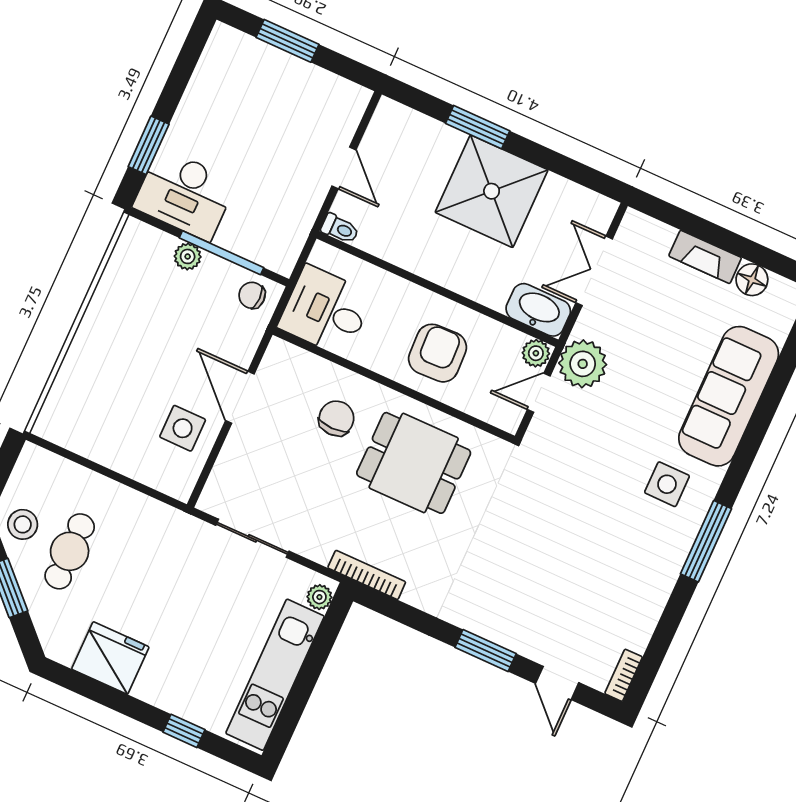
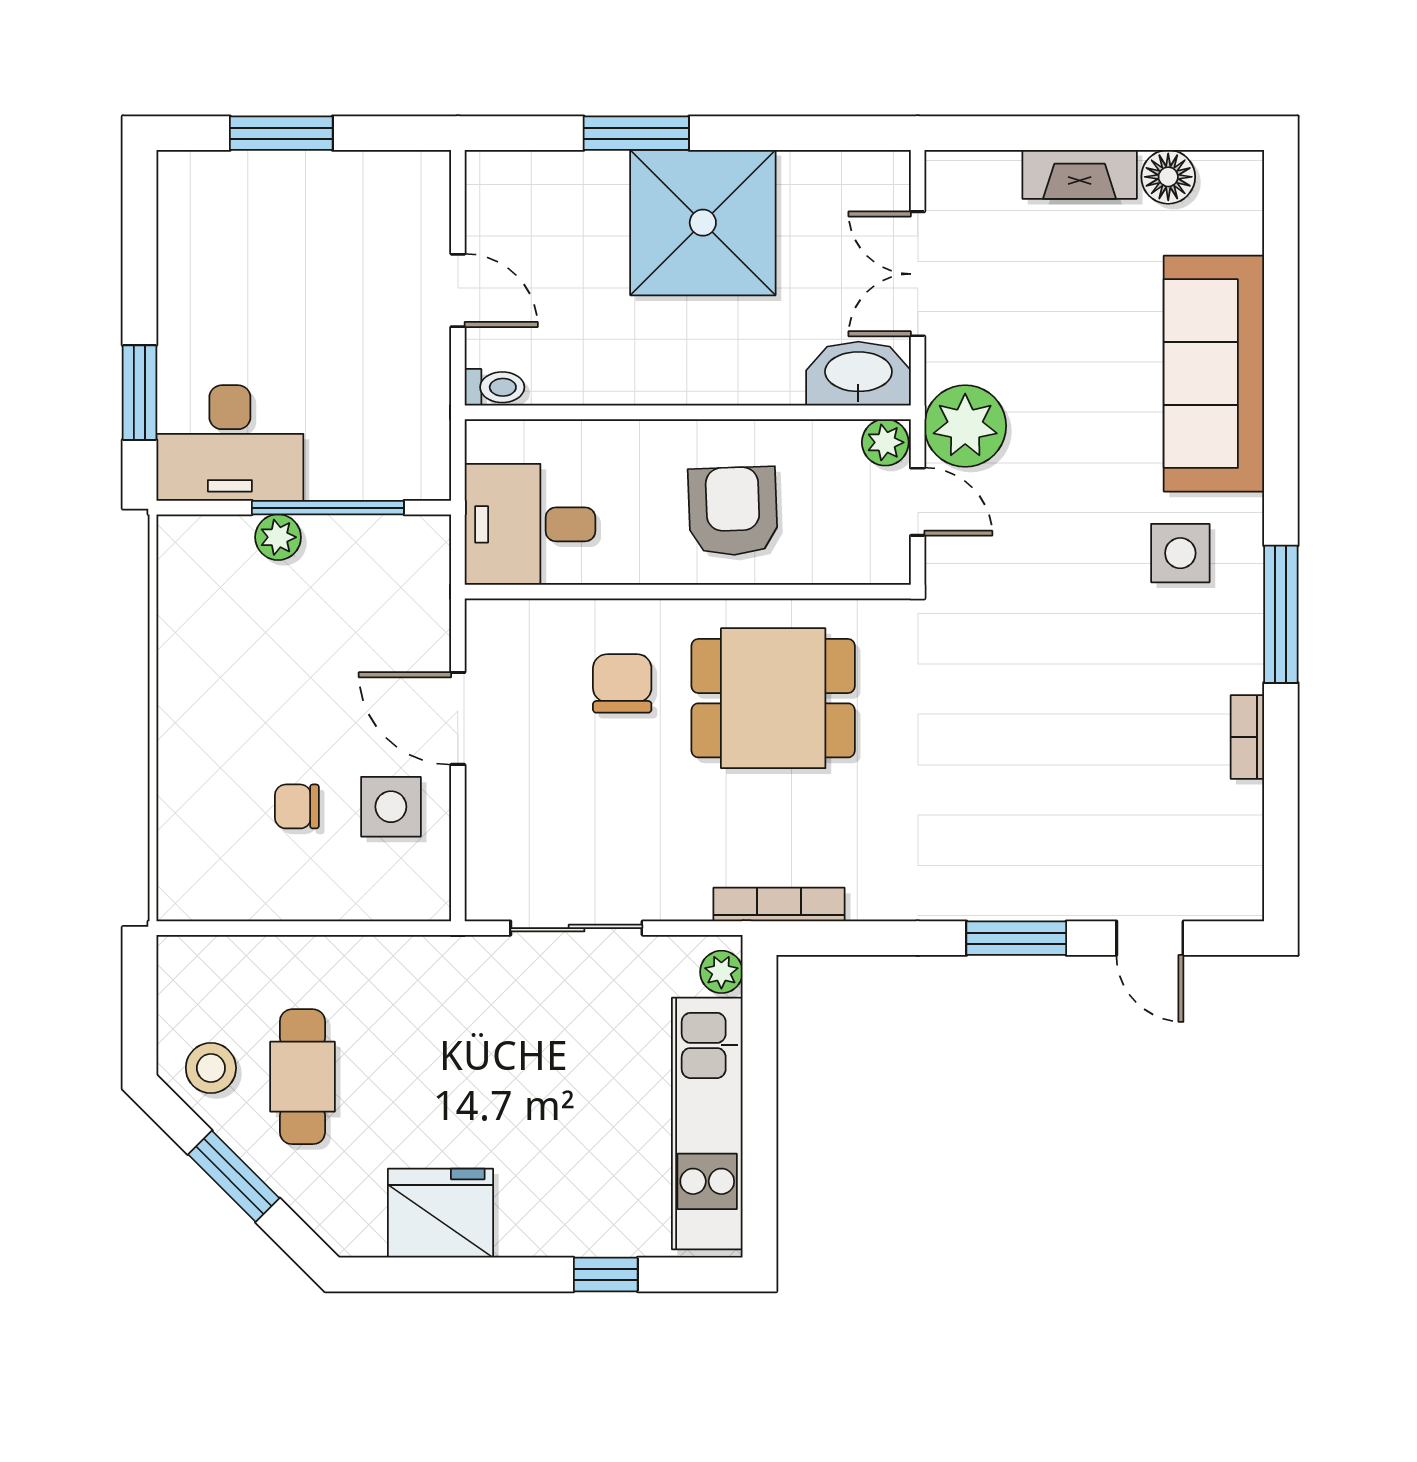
chair: (252, 295) -> (297, 806), moved
door: (539, 393) -> (918, 502), swing flipped
bookcase: (624, 675) -> (1247, 737), moved

